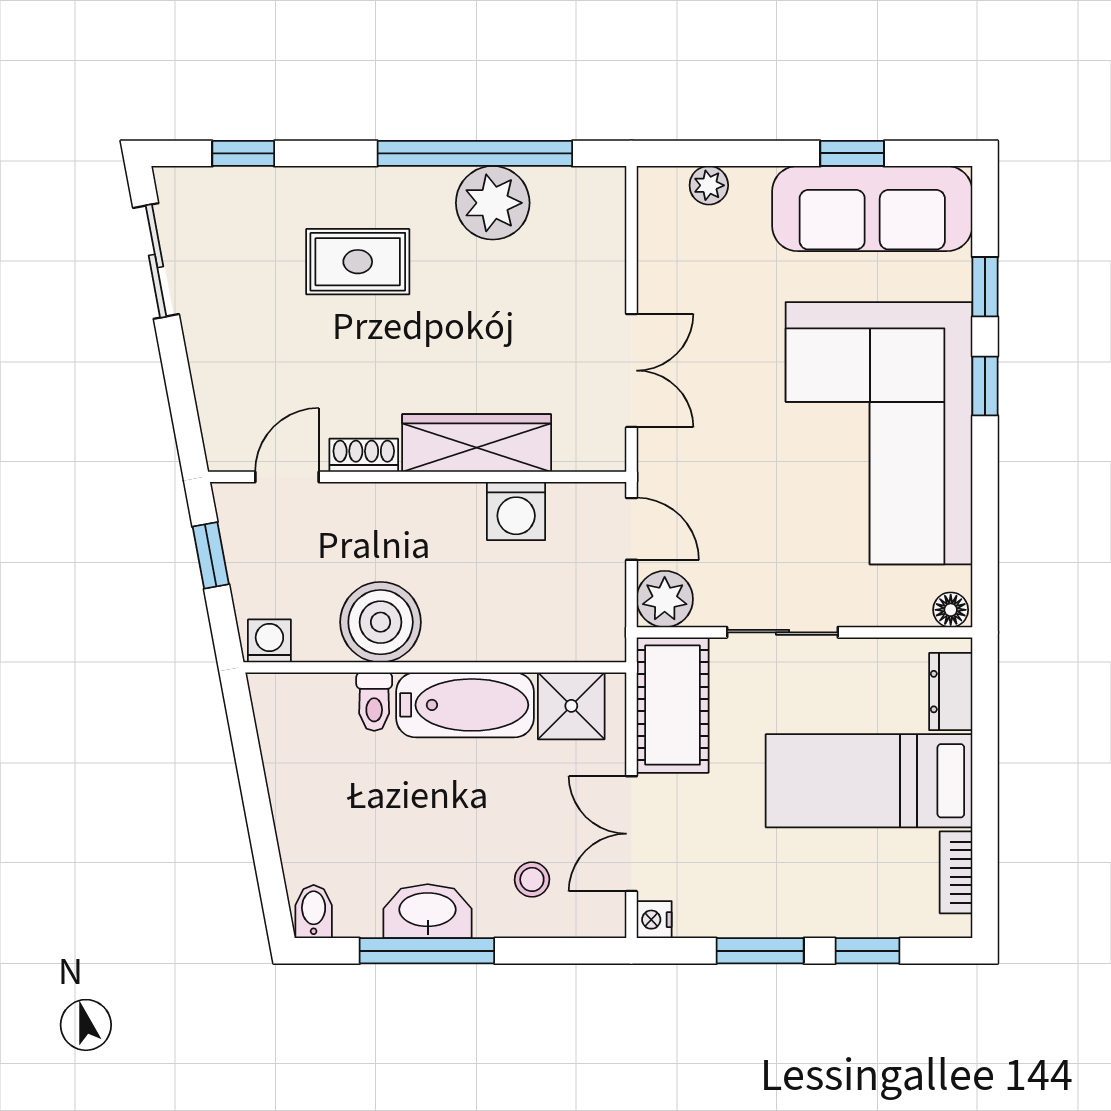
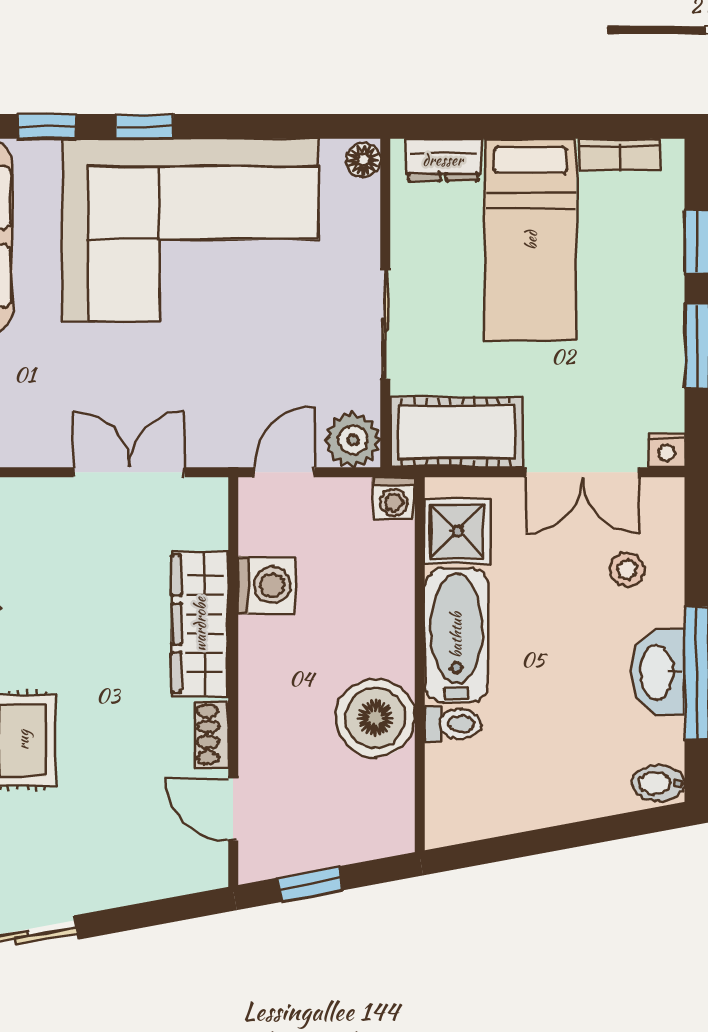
washing machine: (269, 641) -> (394, 498), moved, turned -90

